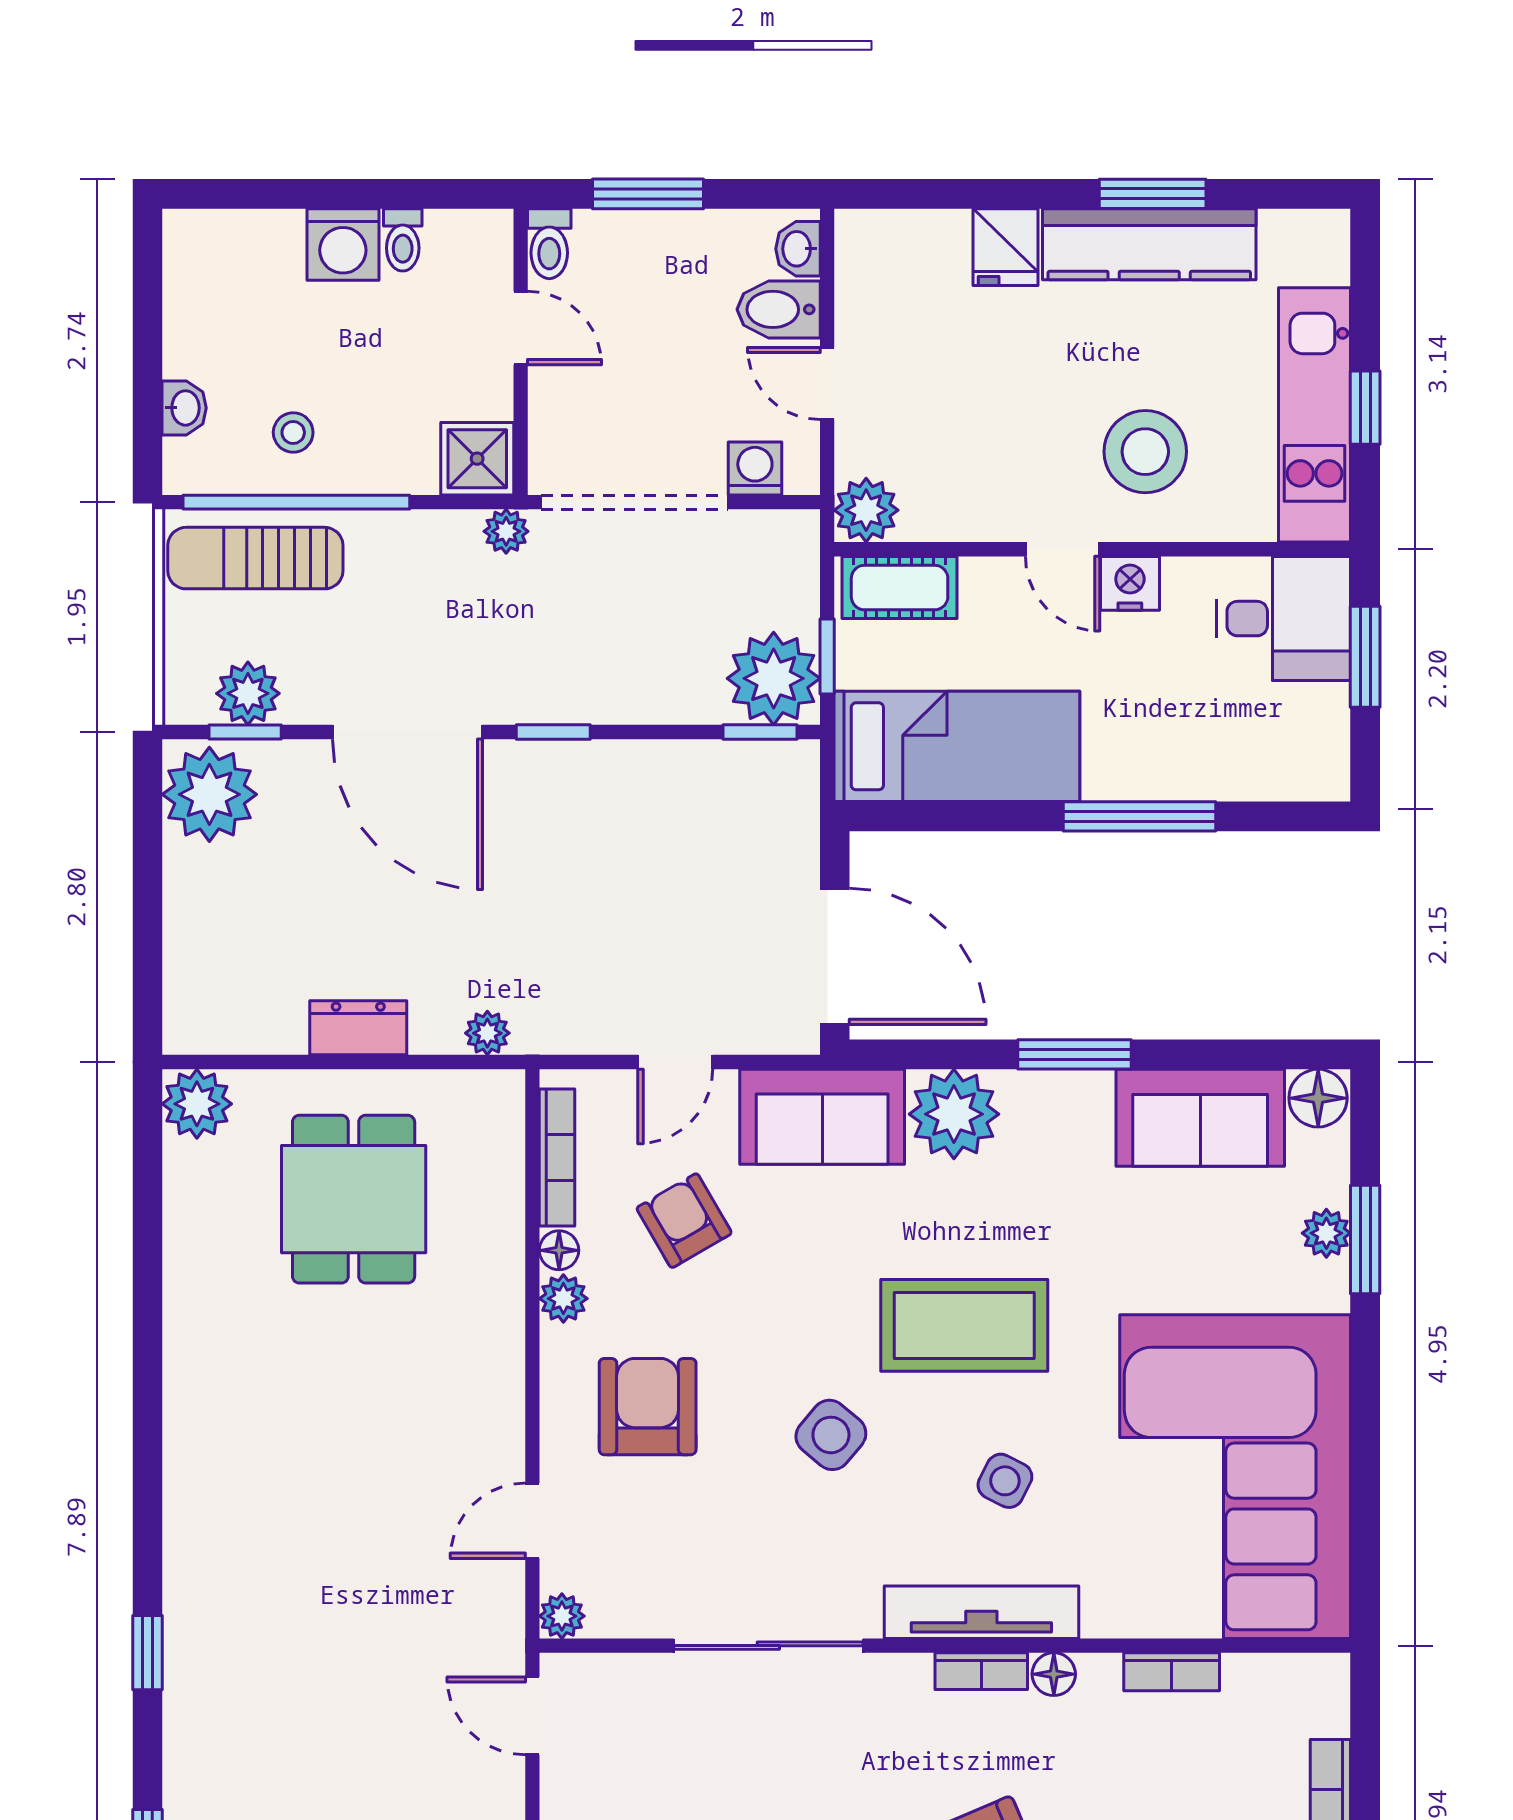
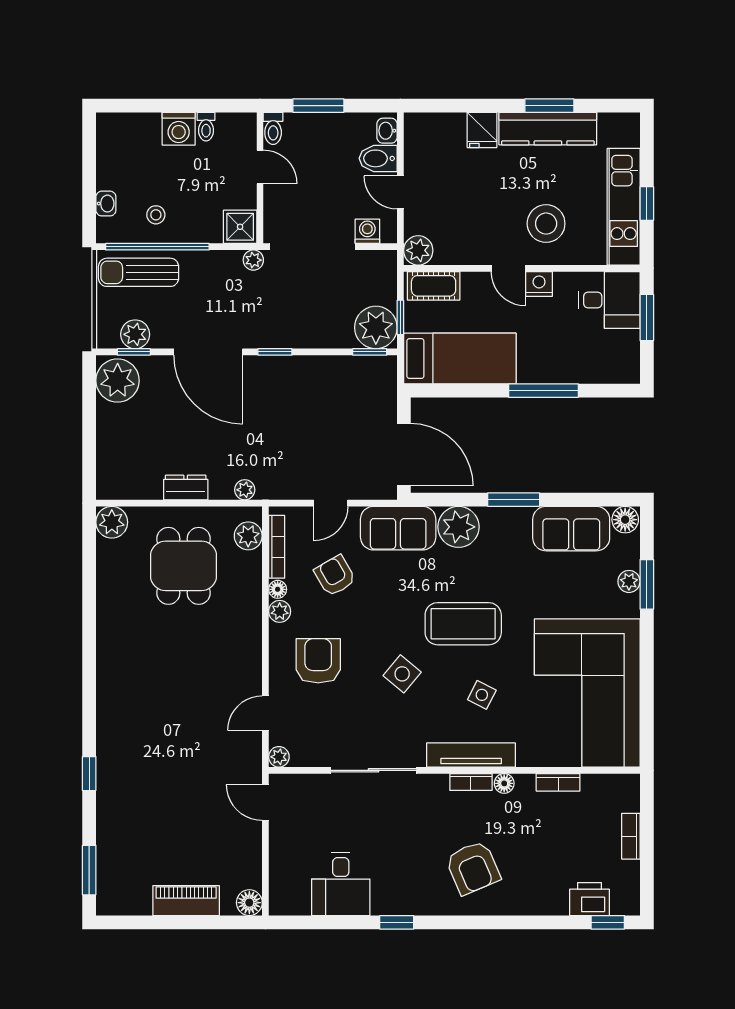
plant: (495, 1134) -> (248, 536), added

